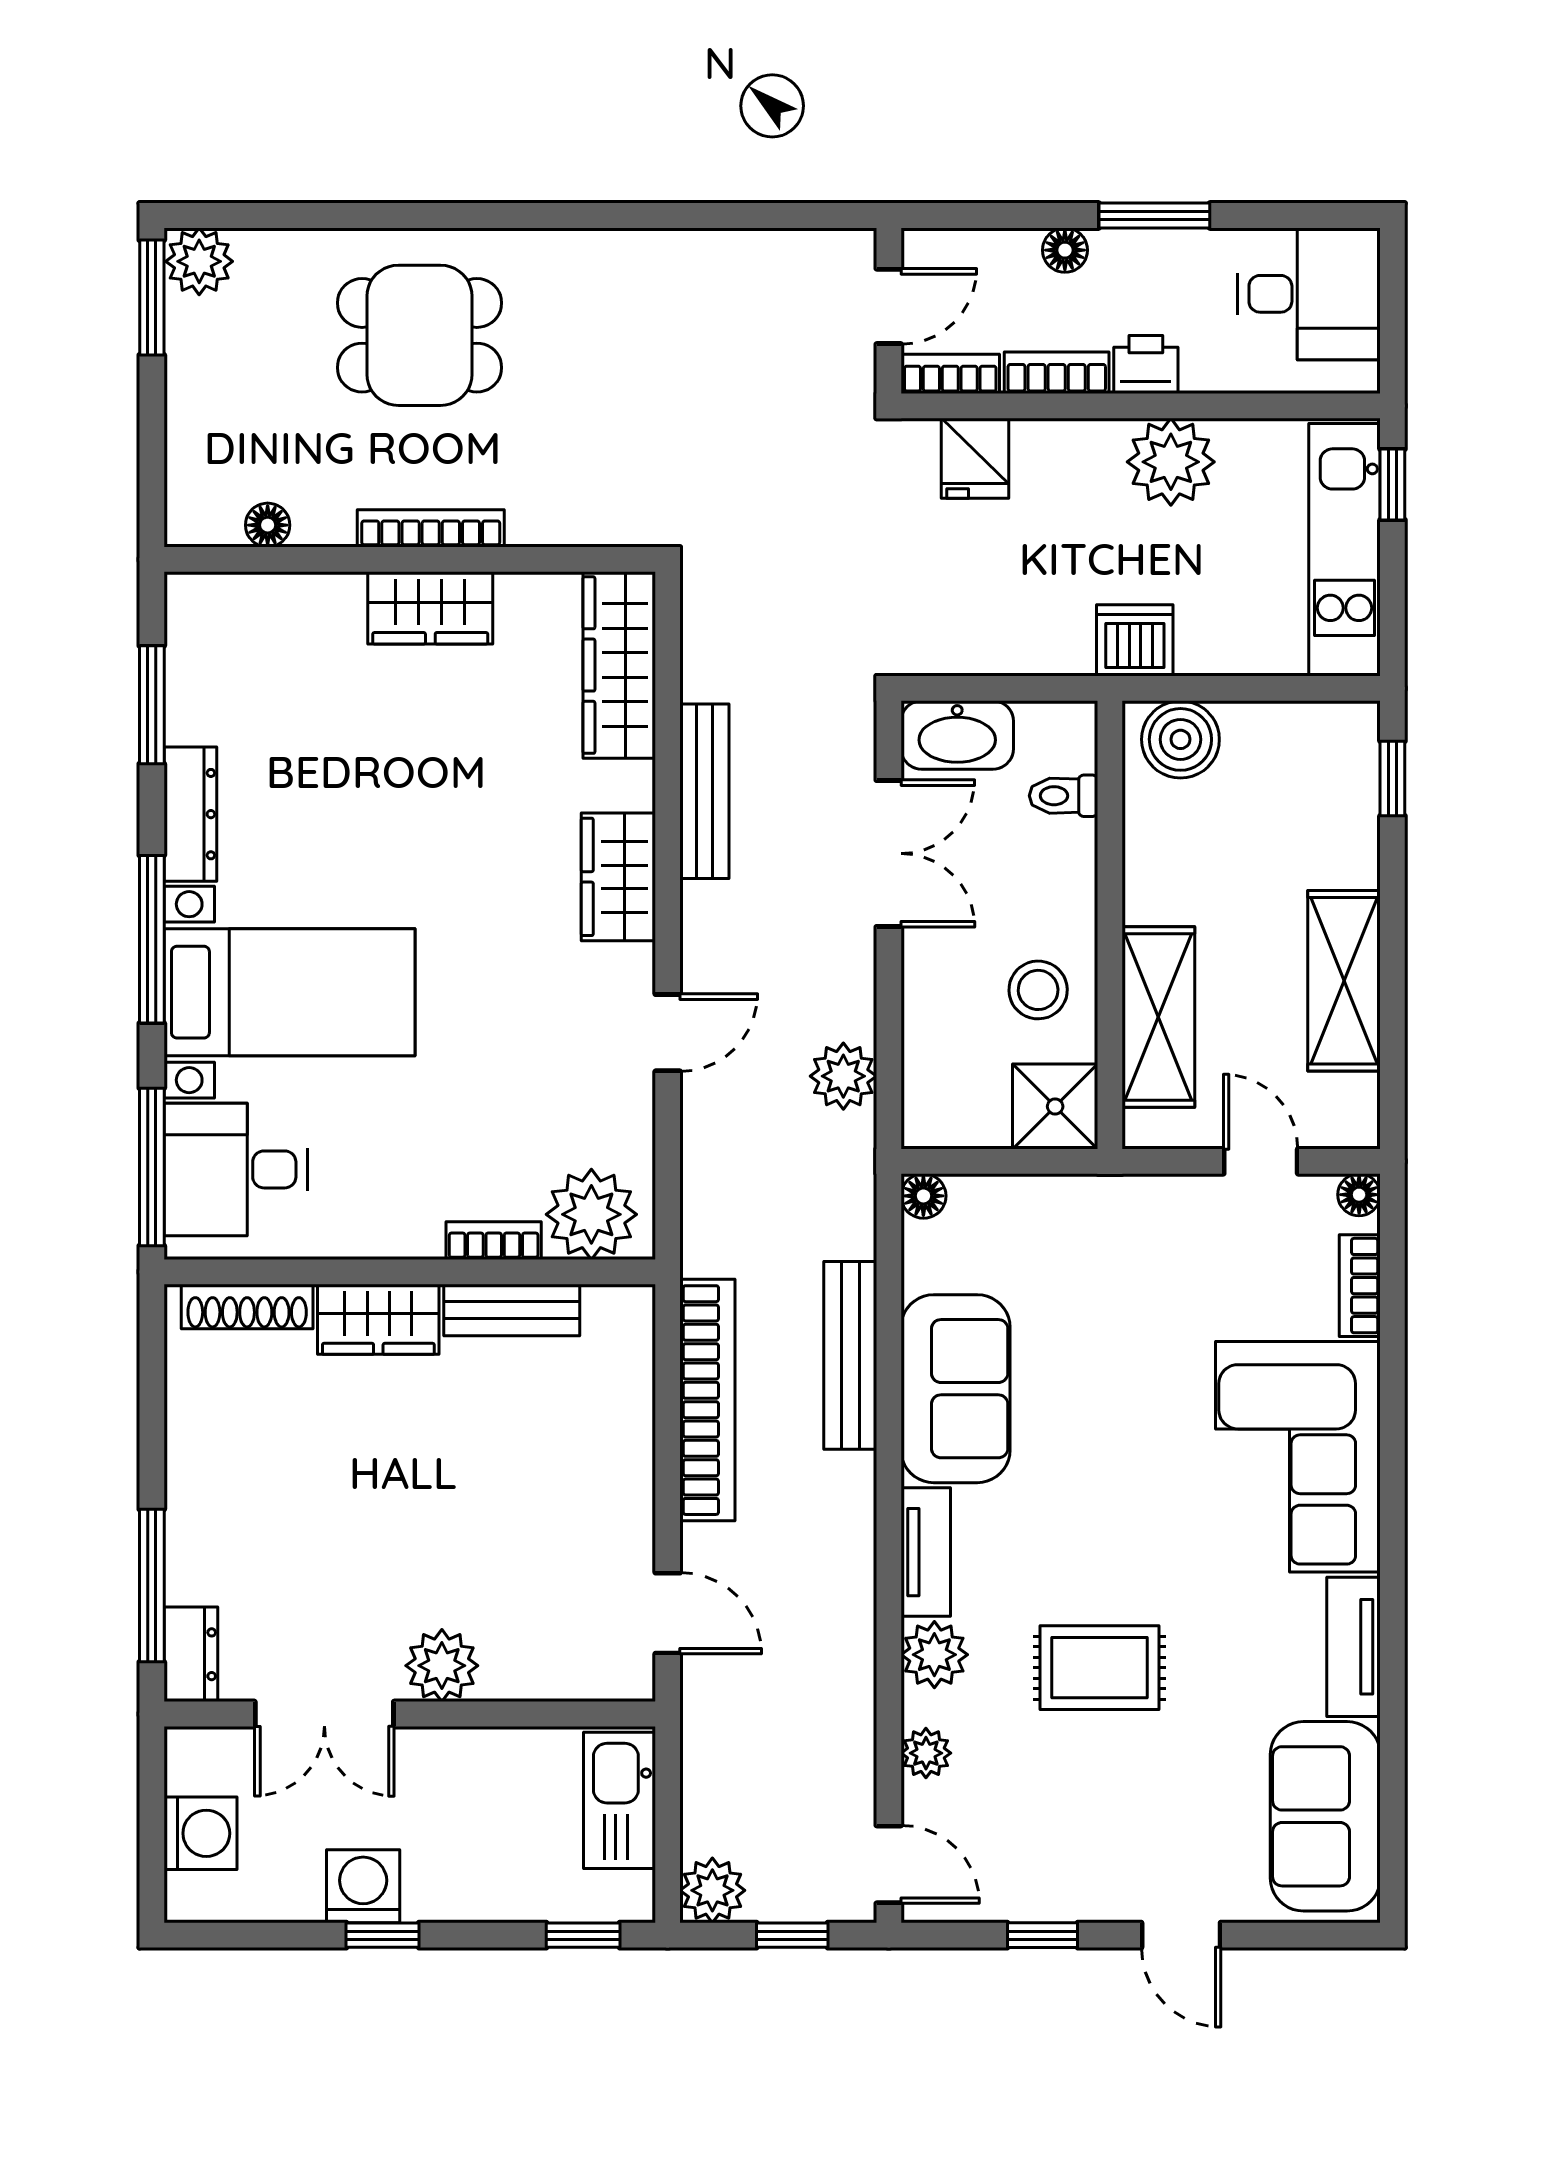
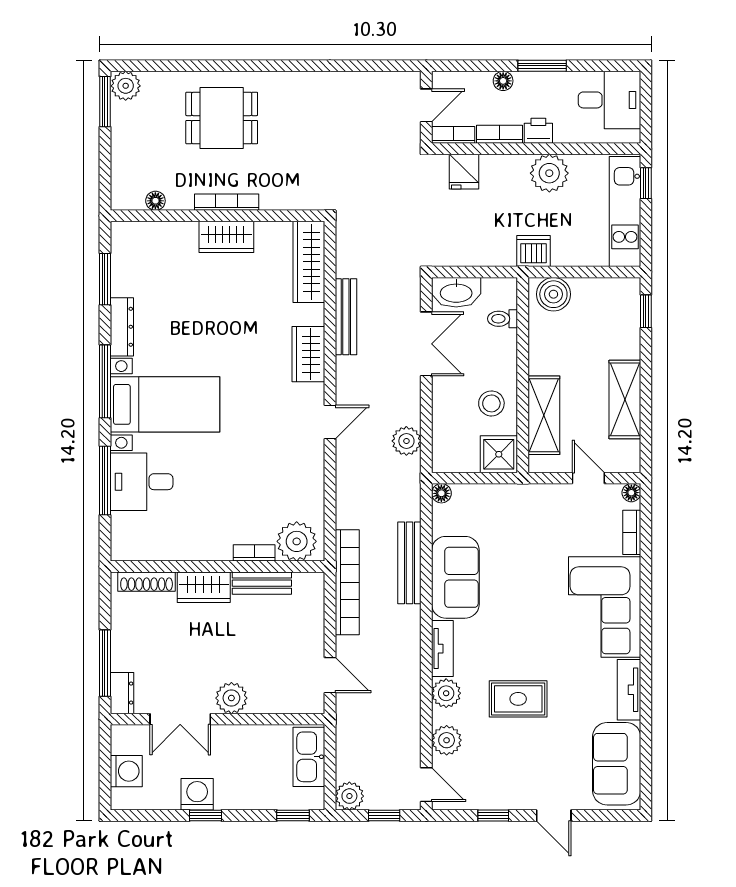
plant: (591, 1214) -> (297, 541), moved
bookcase: (494, 1241) -> (254, 553), moved
wall: (410, 1272) -> (217, 567), moved
shoe rack: (247, 1306) -> (147, 582), moved
bench: (512, 1310) -> (262, 583), moved
wardrobe: (378, 1319) -> (204, 587), moved
plant: (926, 1753) -> (447, 740), width x1.38, depth x1.38

